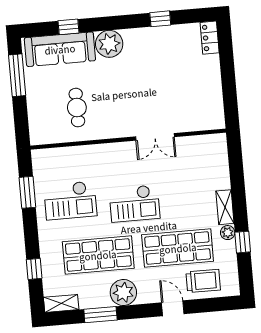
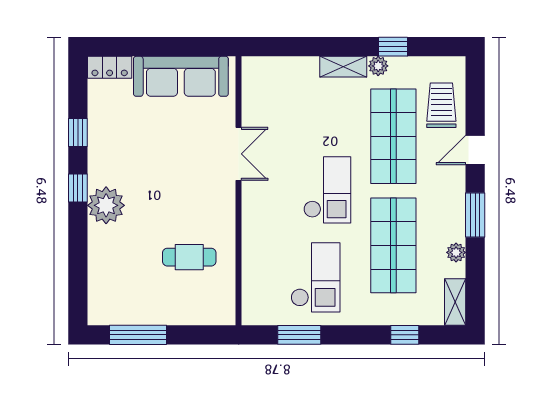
window: (69, 27) -> (78, 188), moved
sofa: (60, 49) -> (181, 76), moved, turned 90
plant: (123, 292) -> (456, 252), moved, width x0.53, depth x0.53
window: (100, 315) -> (475, 215), moved

